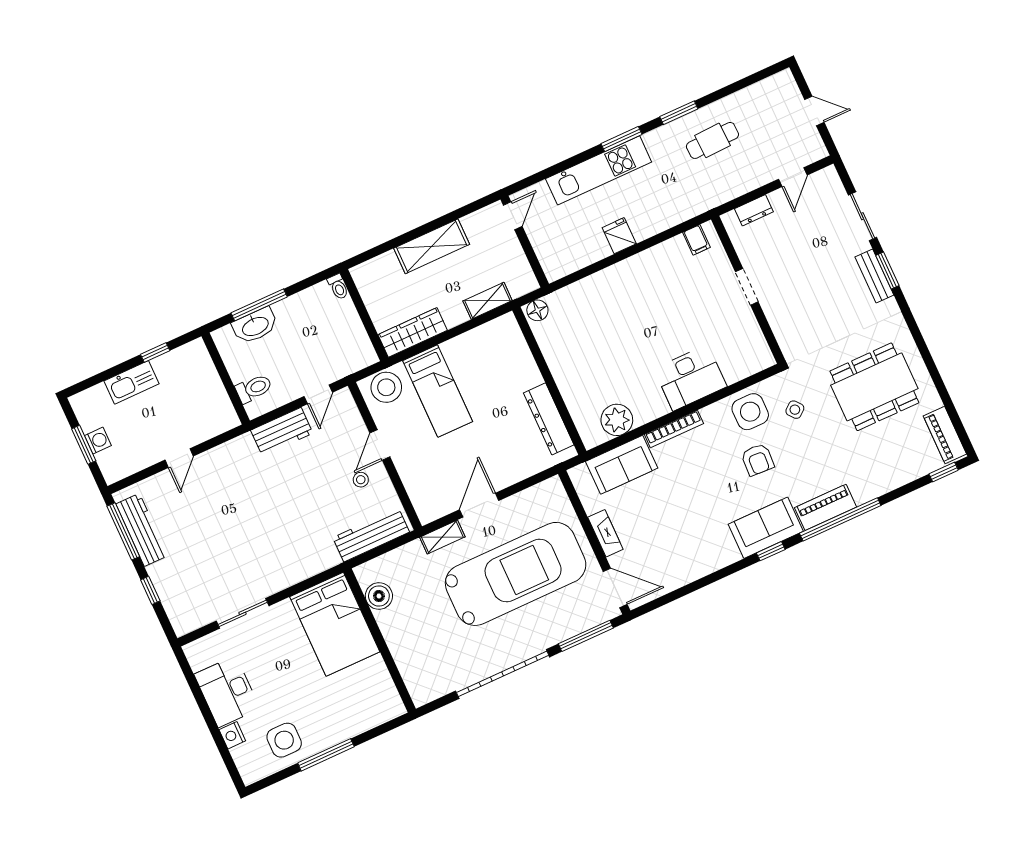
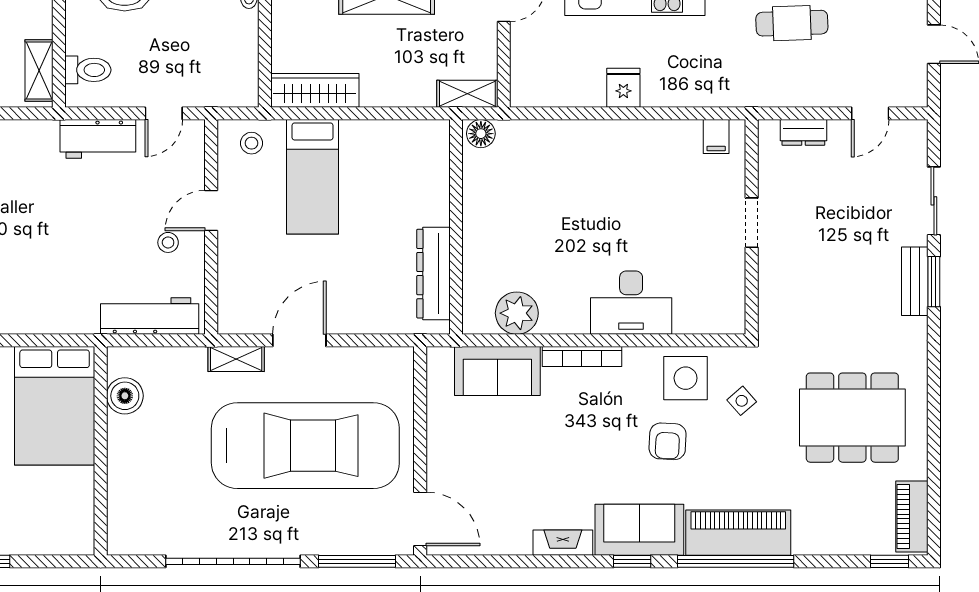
shelving: (488, 301) -> (467, 94), moved
stool: (386, 387) -> (251, 143), width x0.53, depth x0.53
shelving: (221, 404) -> (39, 70), added
piano: (826, 507) -> (738, 533), width x1.37, depth x1.33
fireplace: (605, 533) -> (563, 543), moved, turned -90

